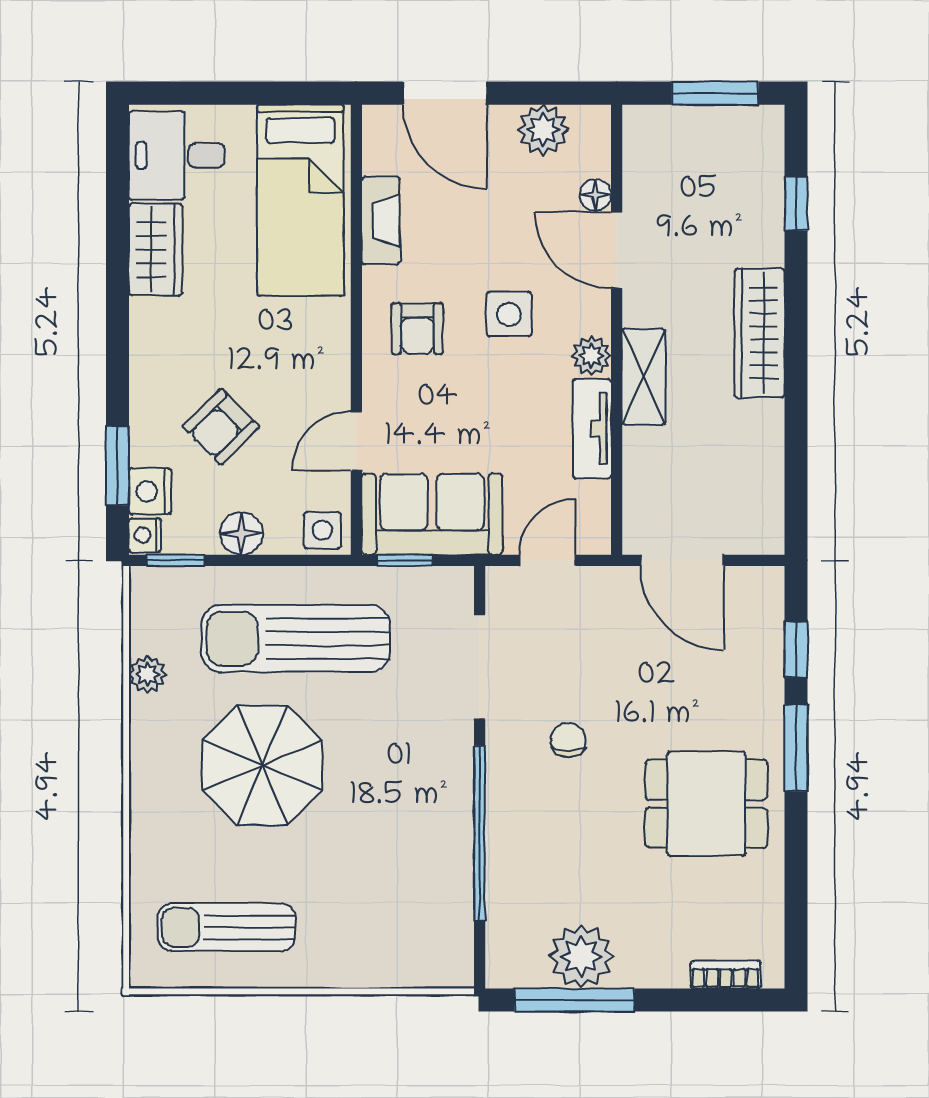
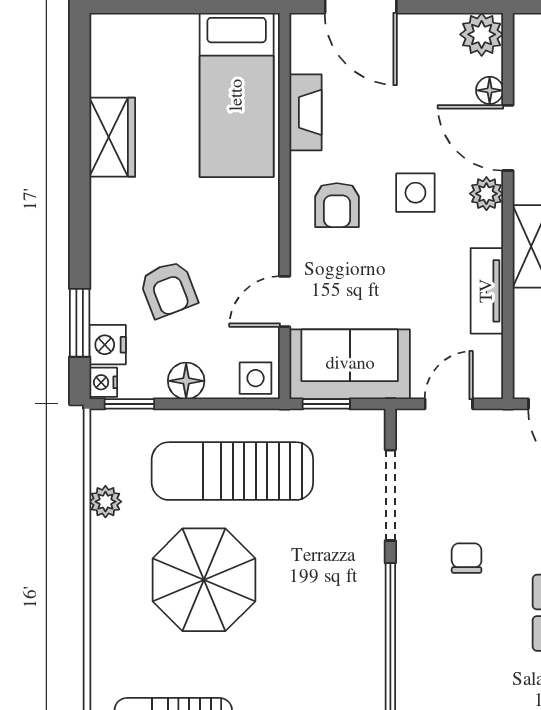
plant: (543, 130) -> (482, 34), moved
desk: (177, 155) -> (131, 57), removed
plant: (592, 356) -> (486, 194), moved
armchair: (221, 427) -> (168, 289), turned -66

